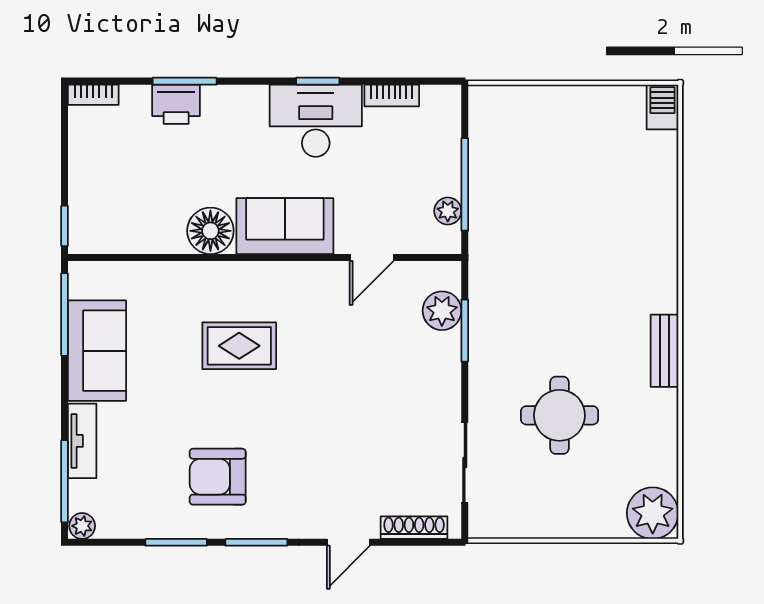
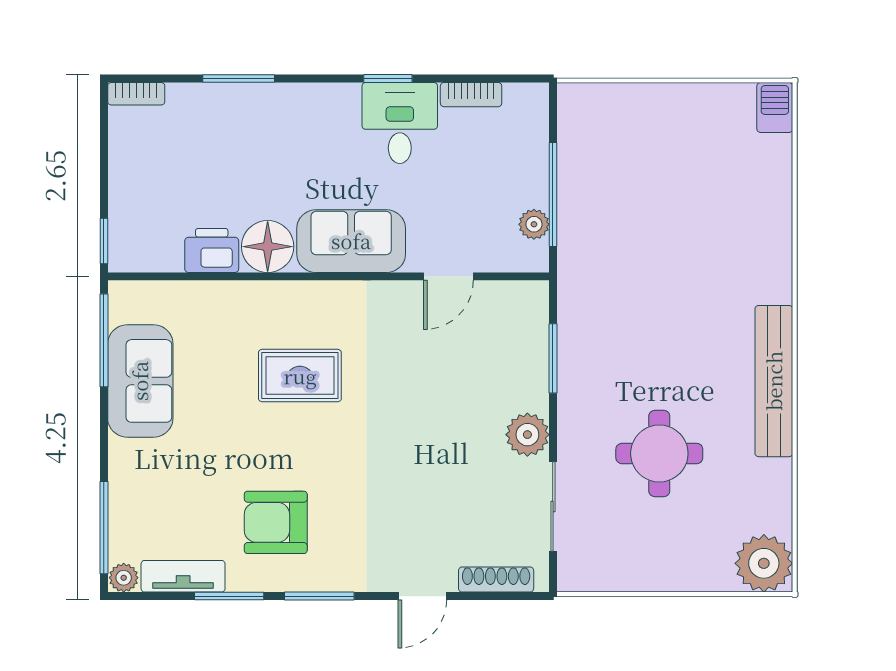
printer: (176, 104) -> (212, 250), moved, turned 180
desk: (316, 121) -> (400, 123), width x0.73
plant: (442, 311) -> (527, 435), moved
bench: (665, 351) -> (774, 381), width x1.86, depth x1.21
tv unit: (82, 441) -> (183, 576), moved, turned -90

